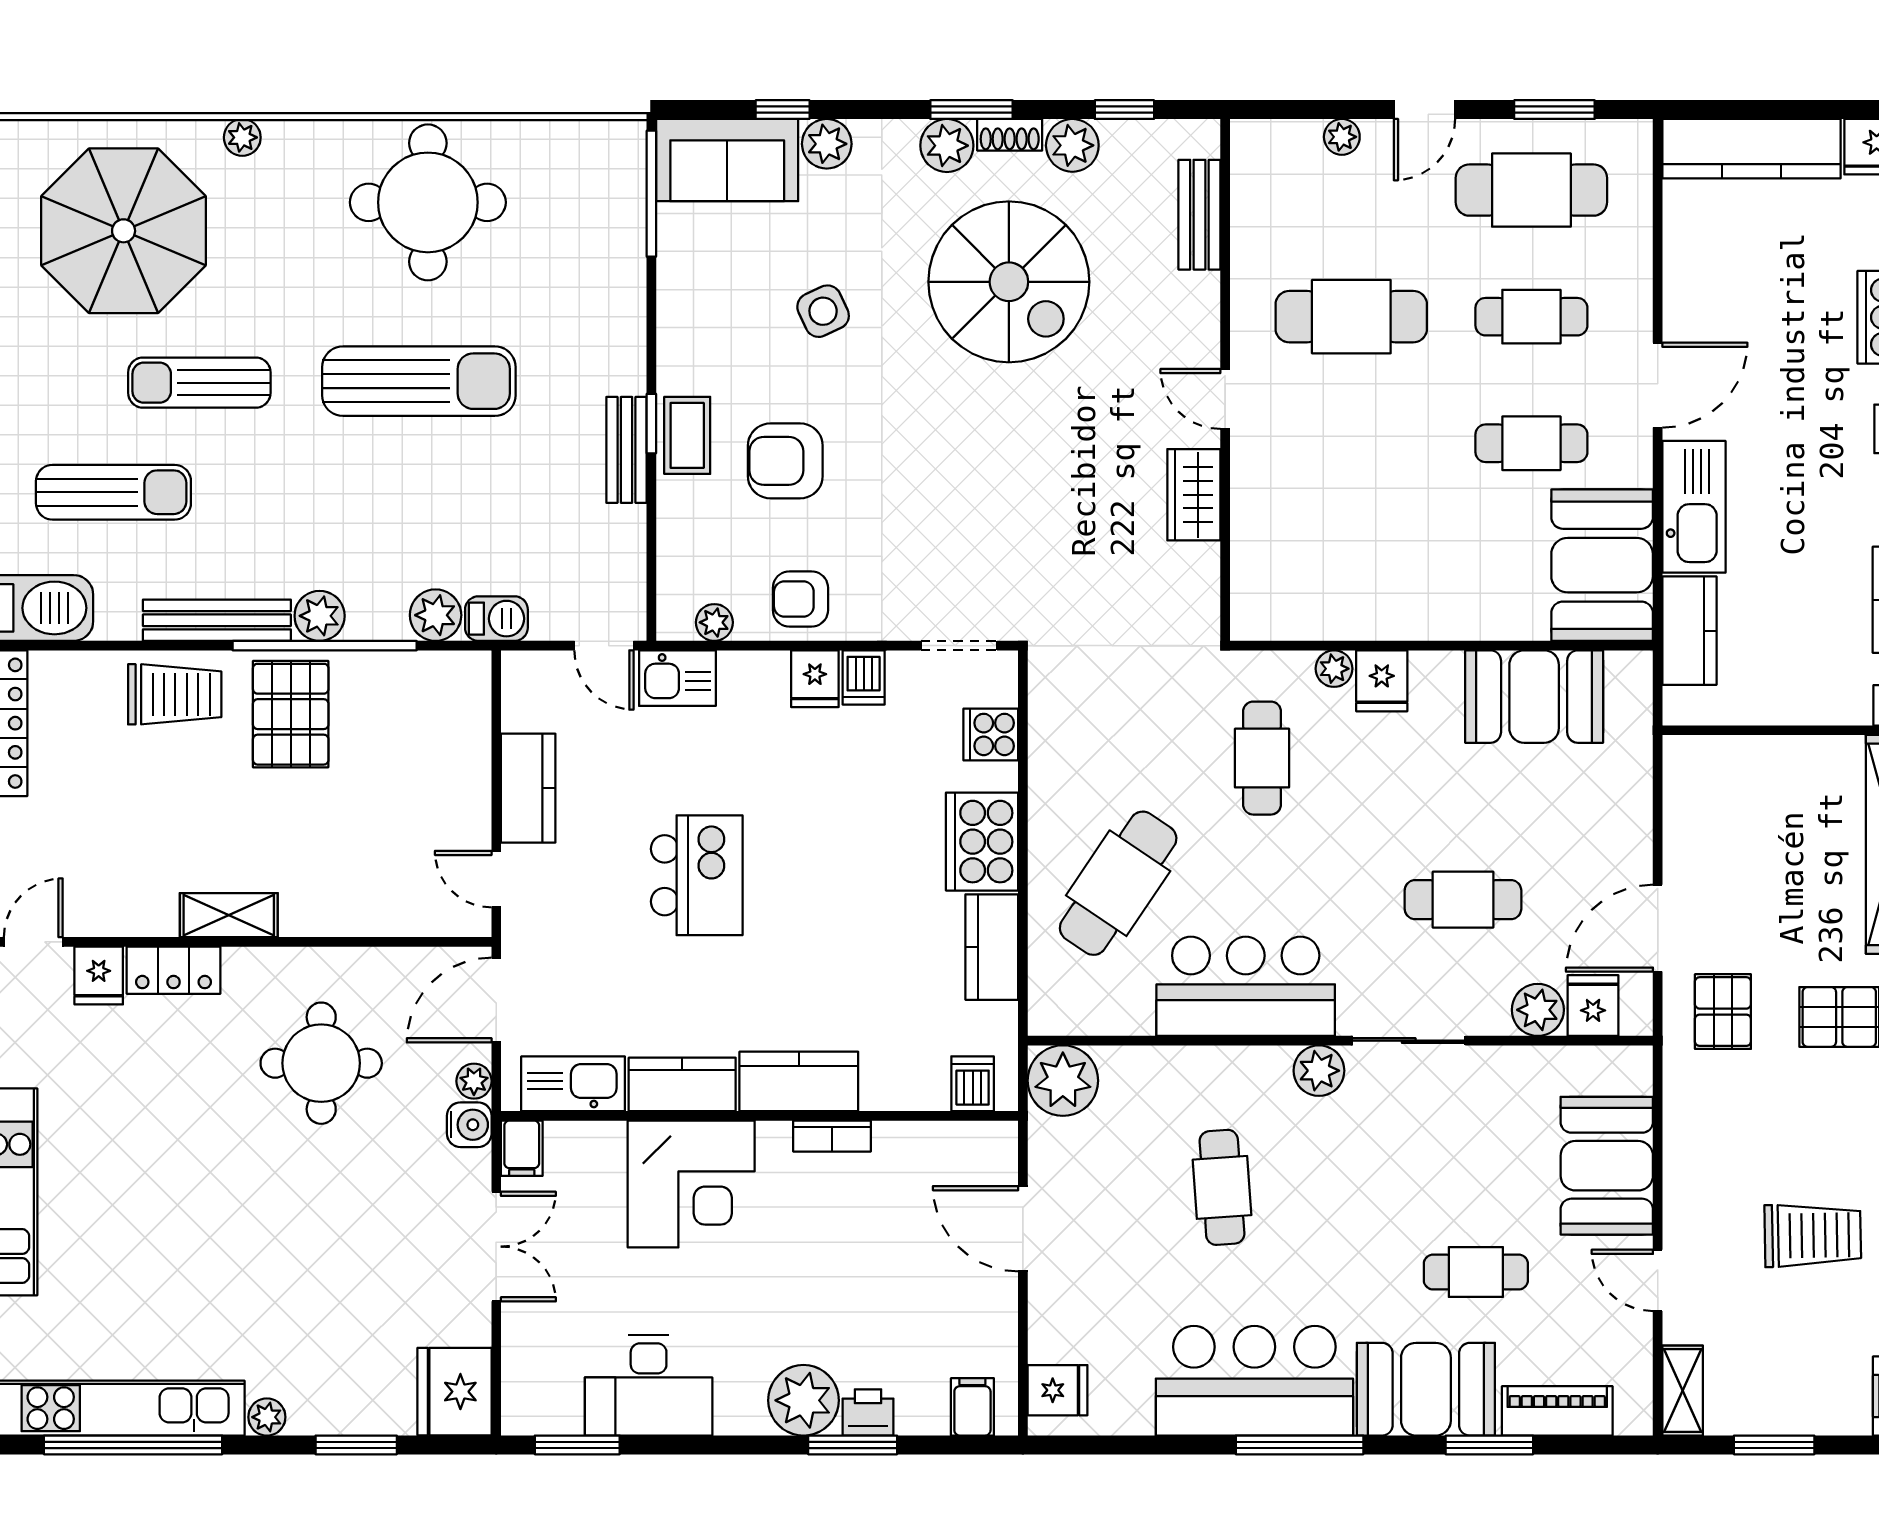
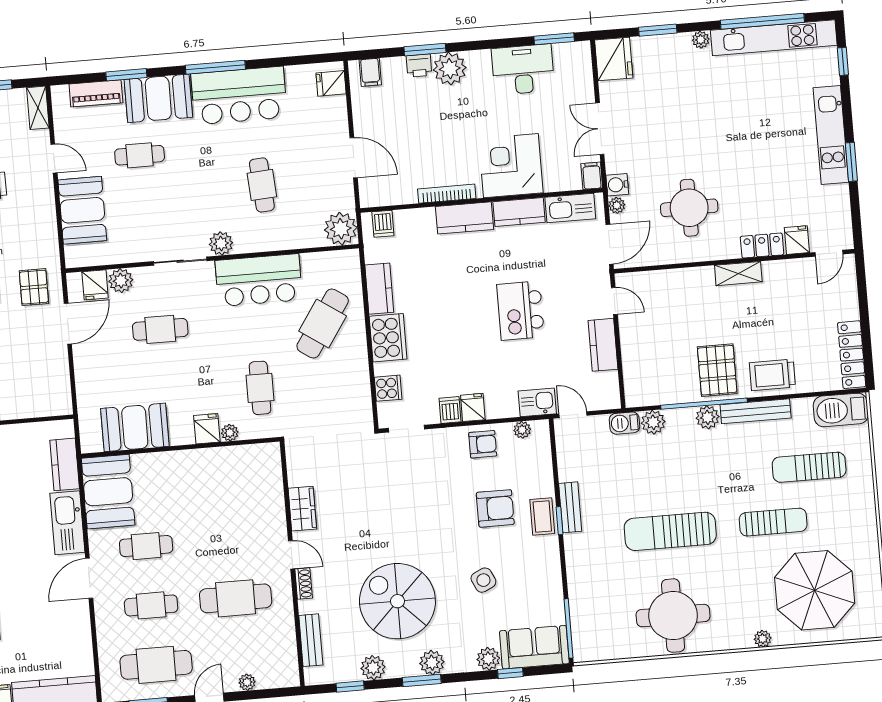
shoe rack: (1010, 135) -> (304, 584), moved, turned 90
bookcase: (832, 1136) -> (447, 194), width x1.56

